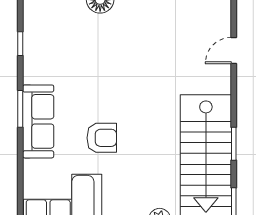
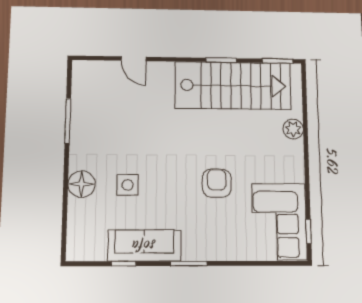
side table: (99, 46) -> (128, 185), added
sofa: (38, 121) -> (144, 246), moved

